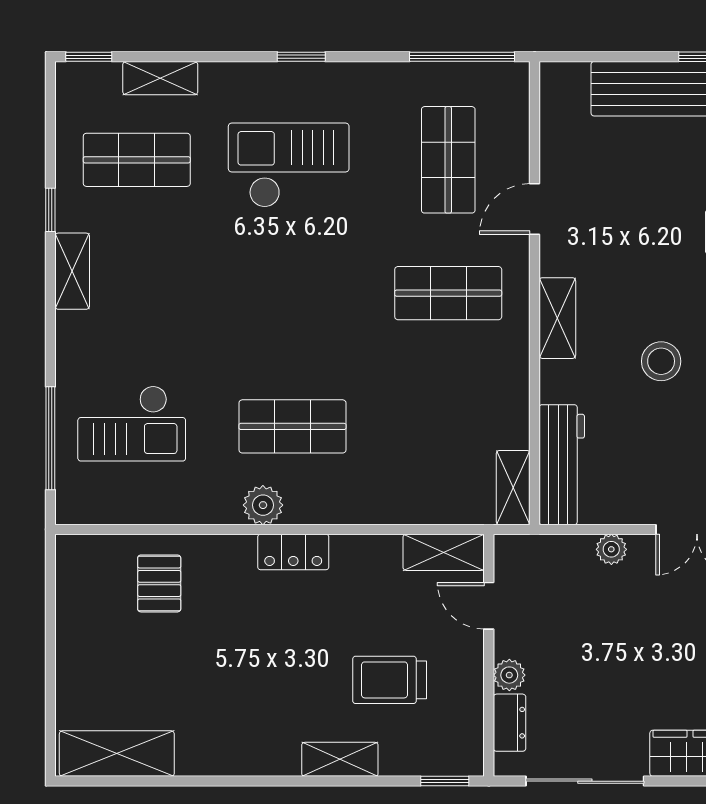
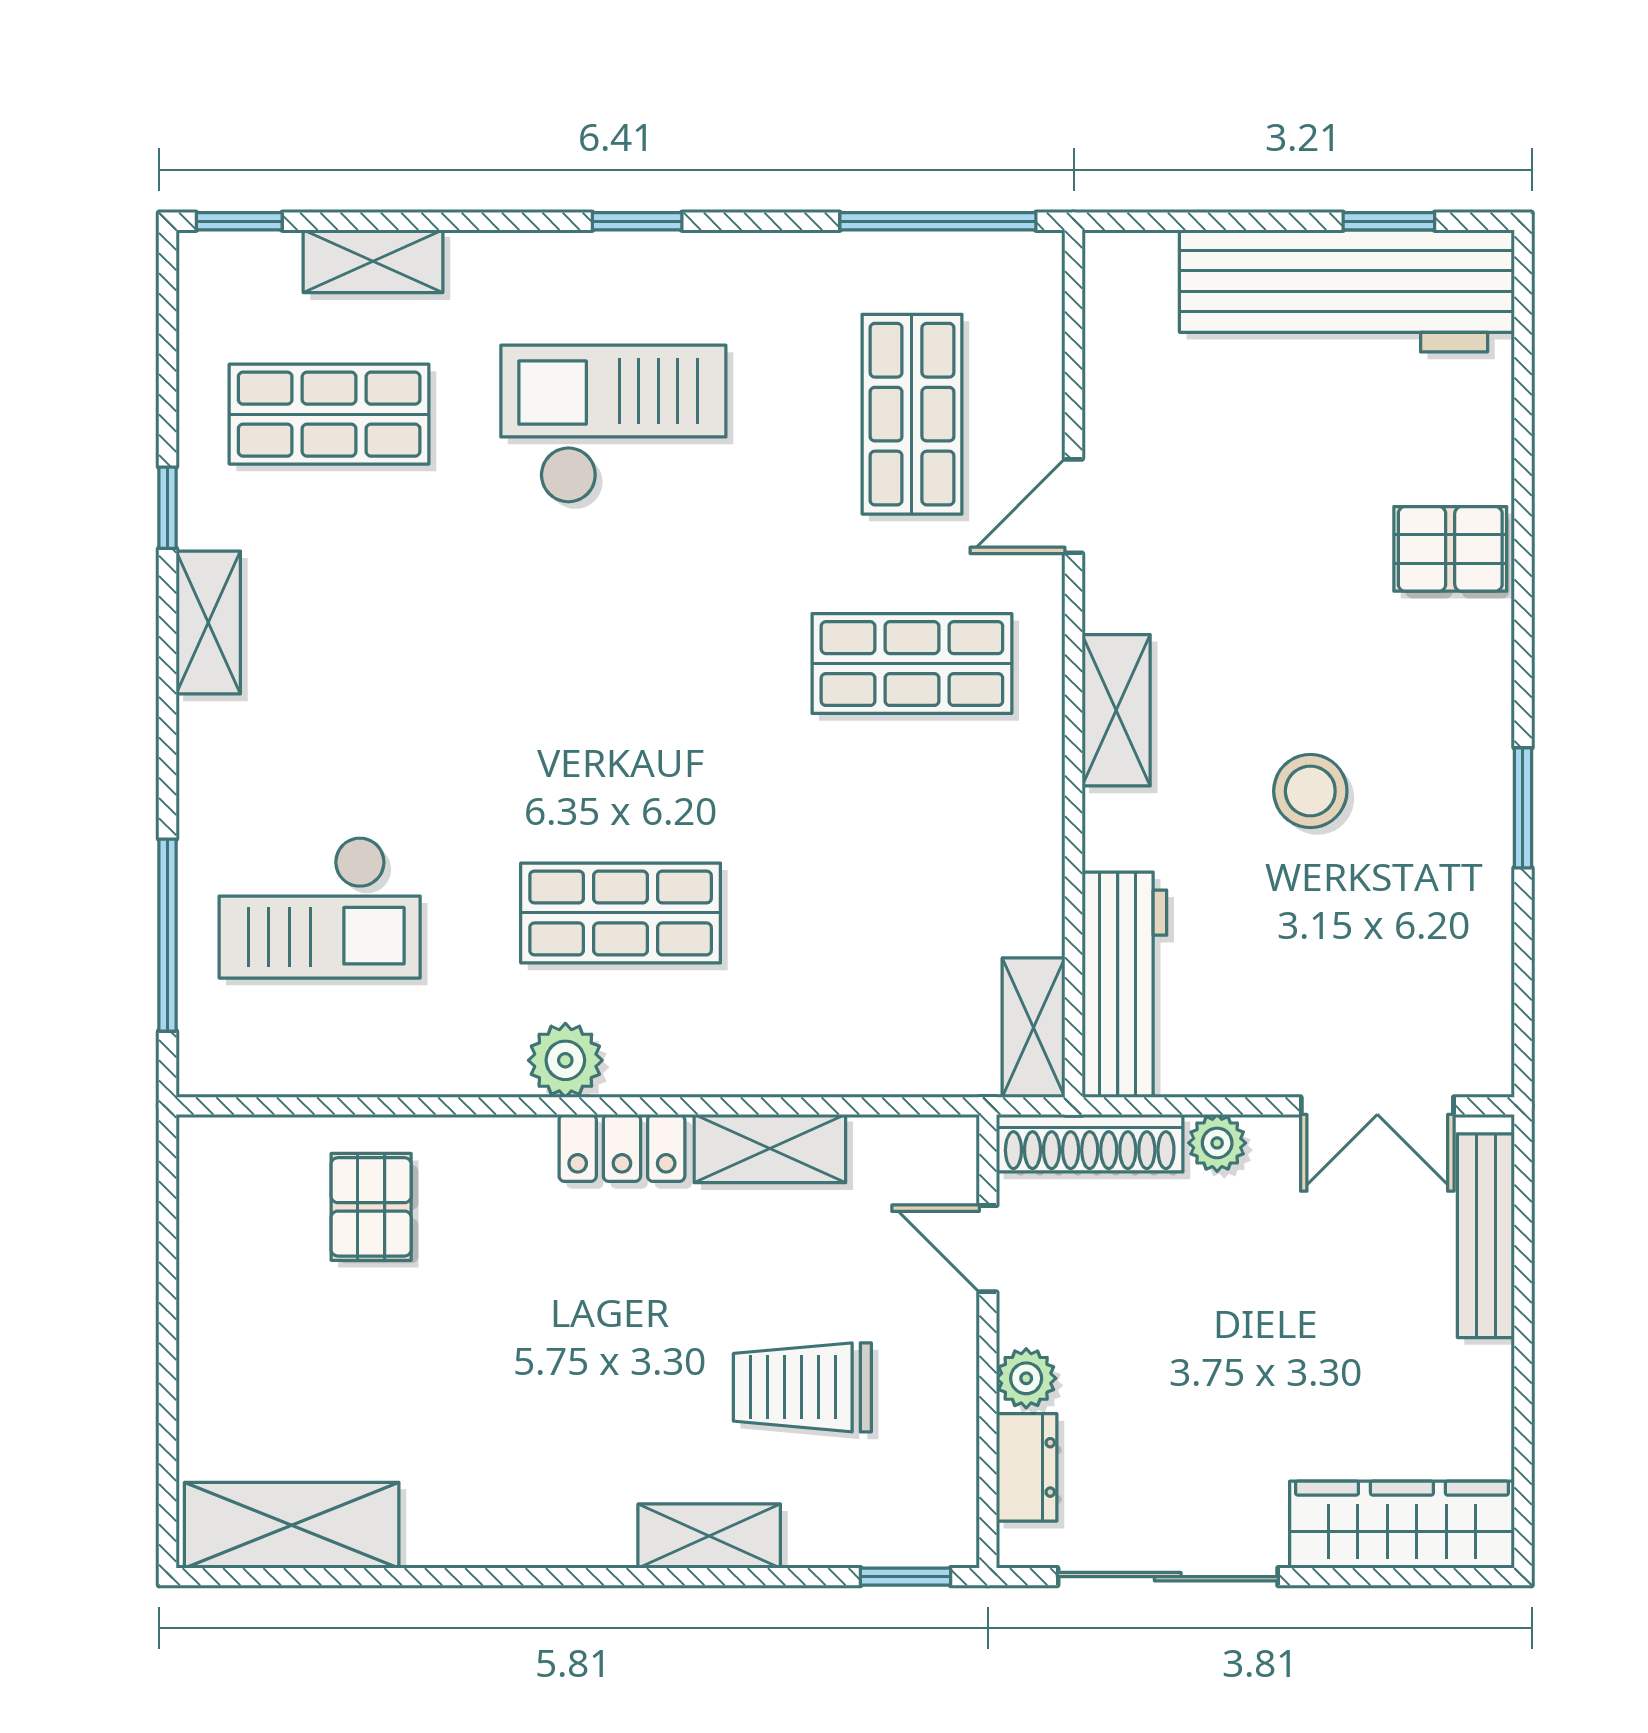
shoe rack: (543, 549) -> (1090, 1143), added
shelving: (444, 552) -> (770, 1149), moved

